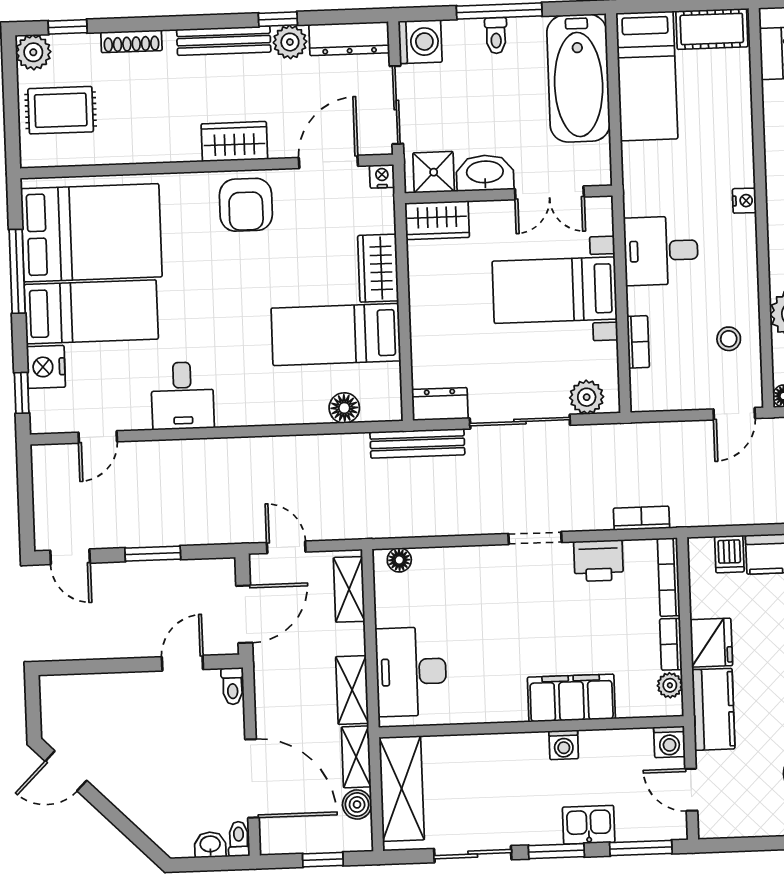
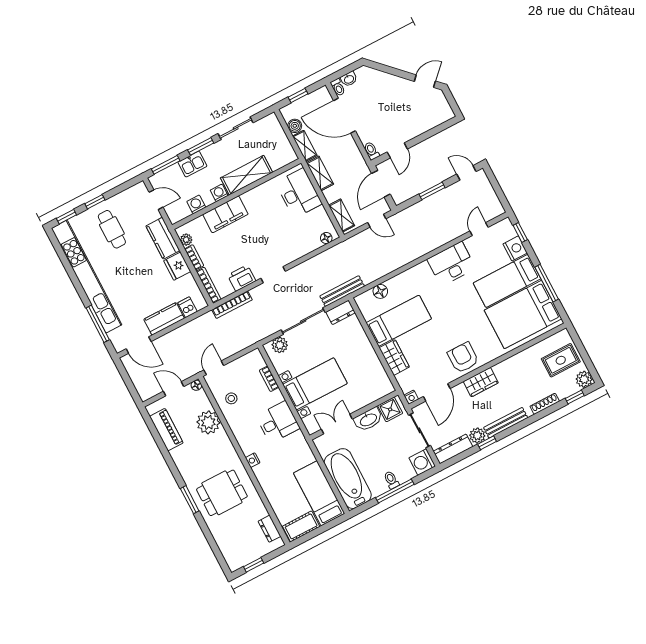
wardrobe: (437, 220) -> (379, 390), removed
desk: (182, 396) -> (451, 264), width x1.37
bookcase: (641, 518) -> (232, 305), width x1.56
washing machine: (669, 742) -> (196, 204), moved
shelving: (402, 789) -> (246, 175), moved, turned 90

